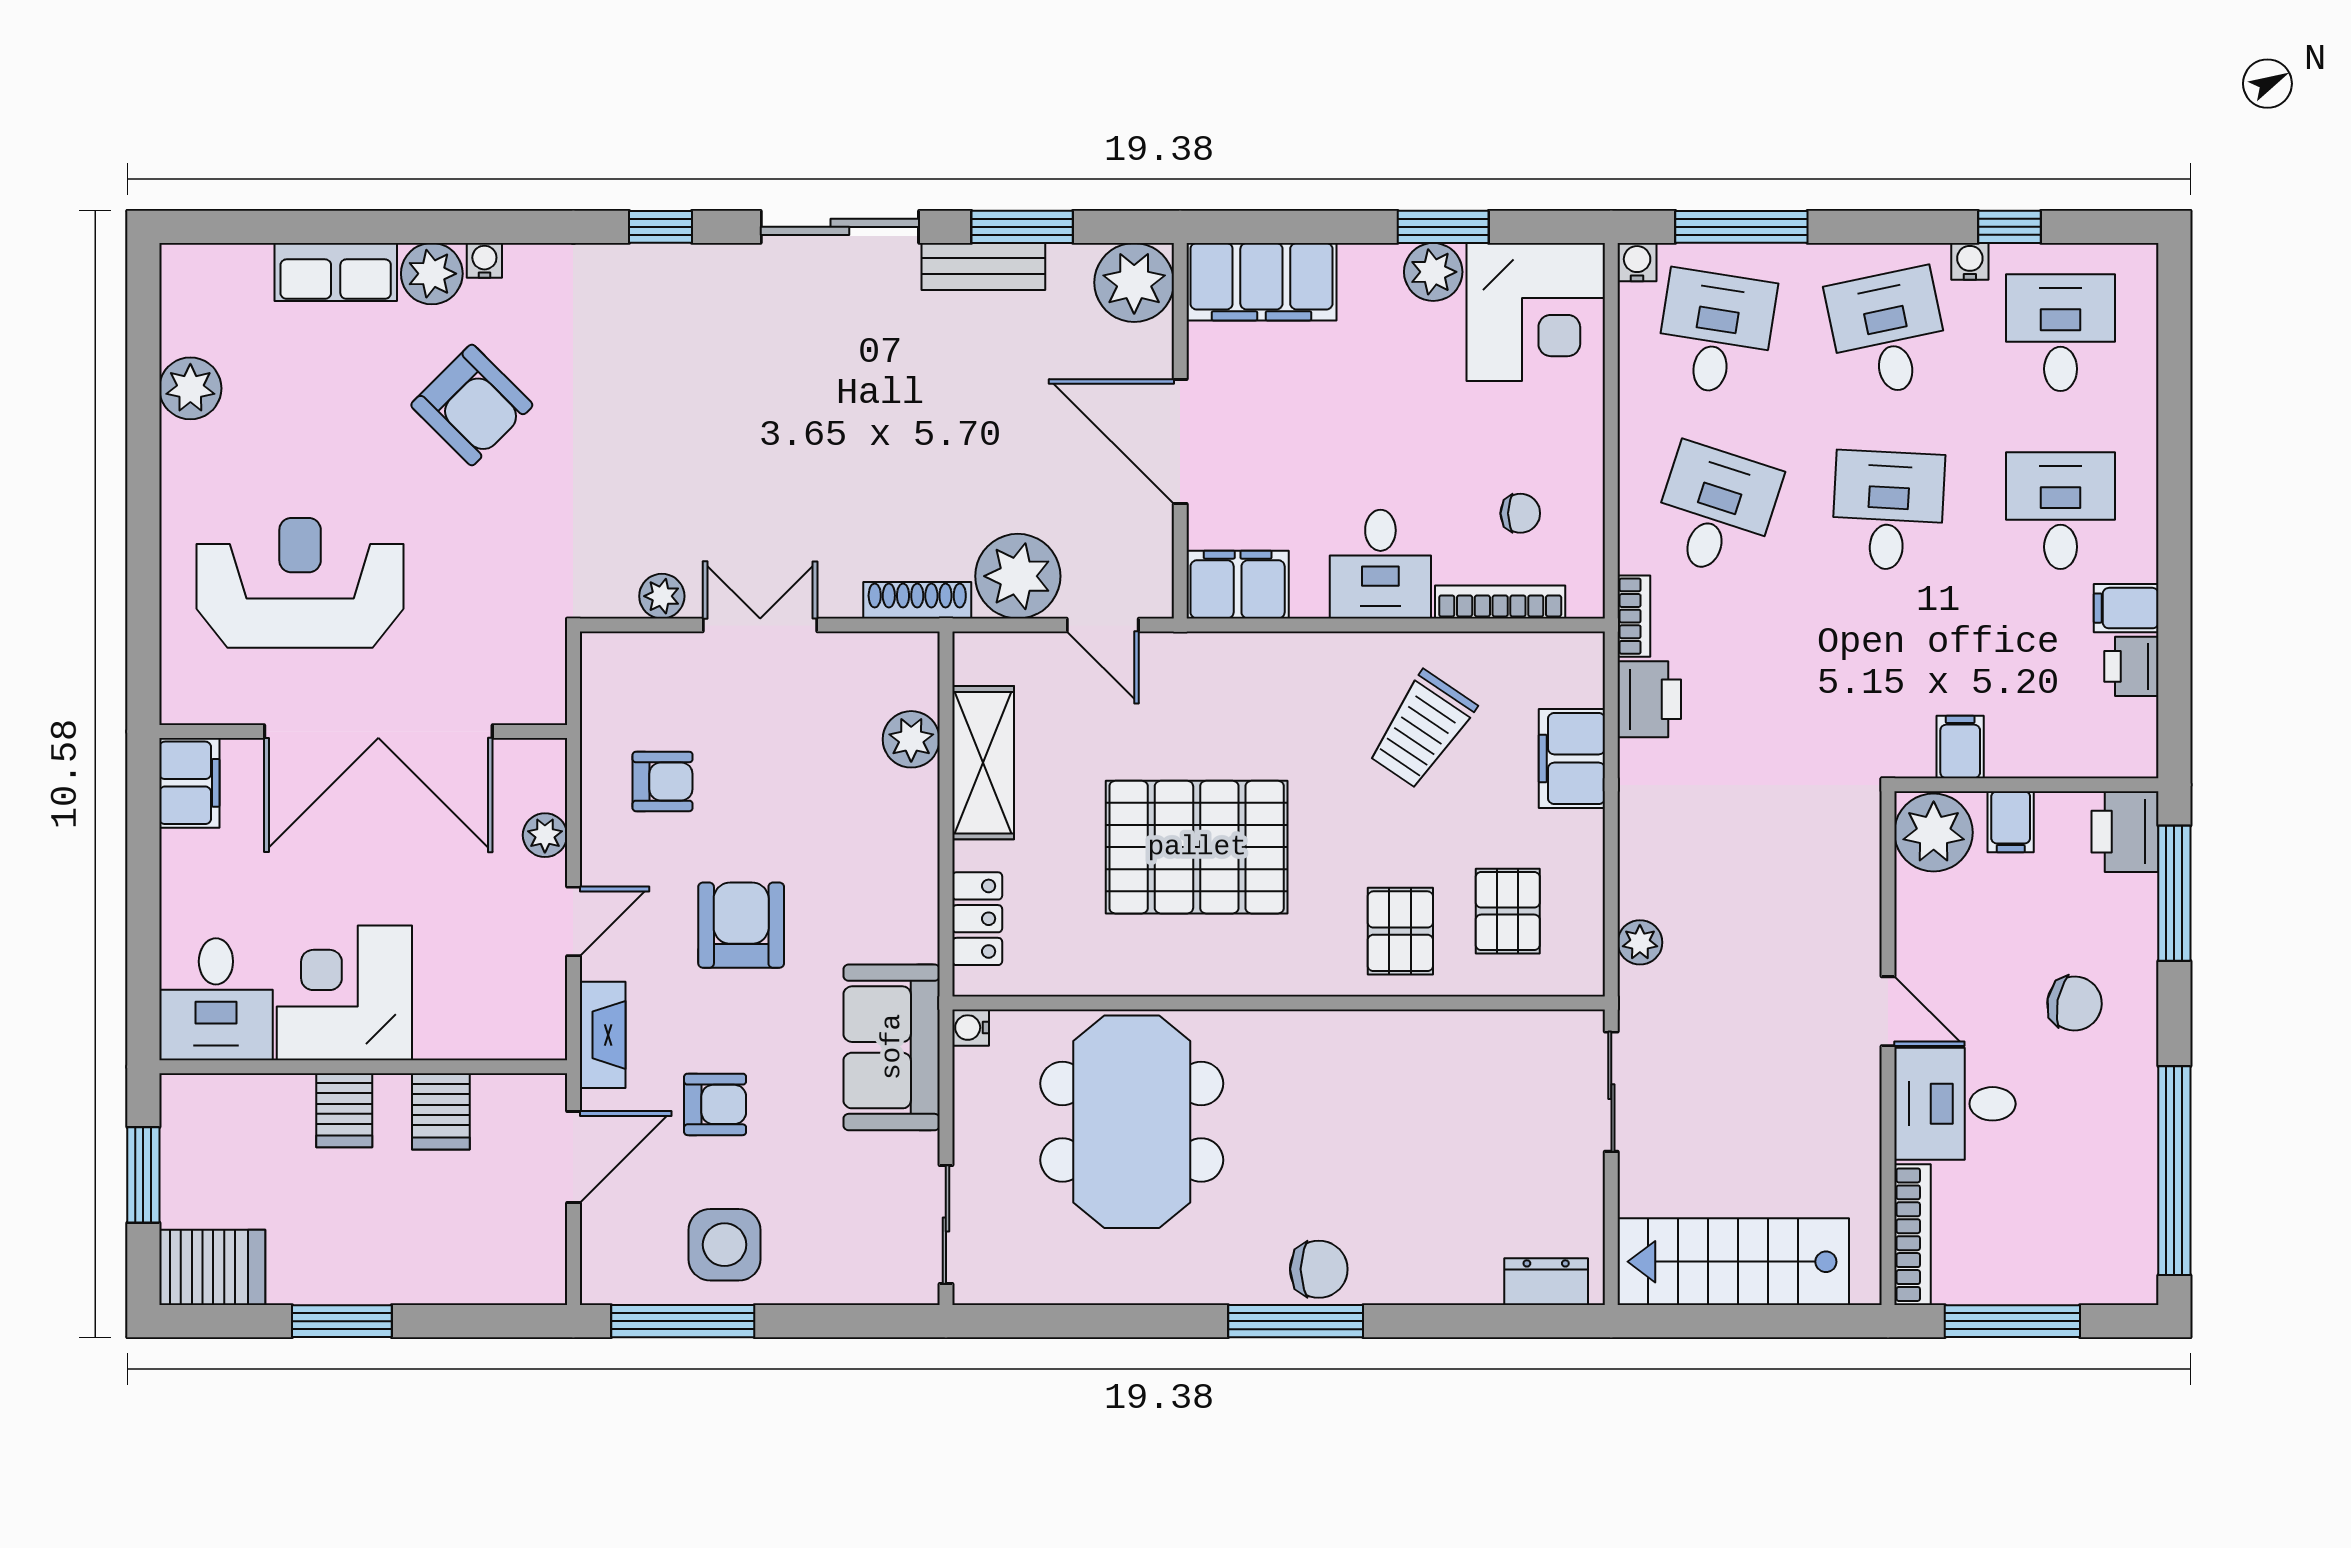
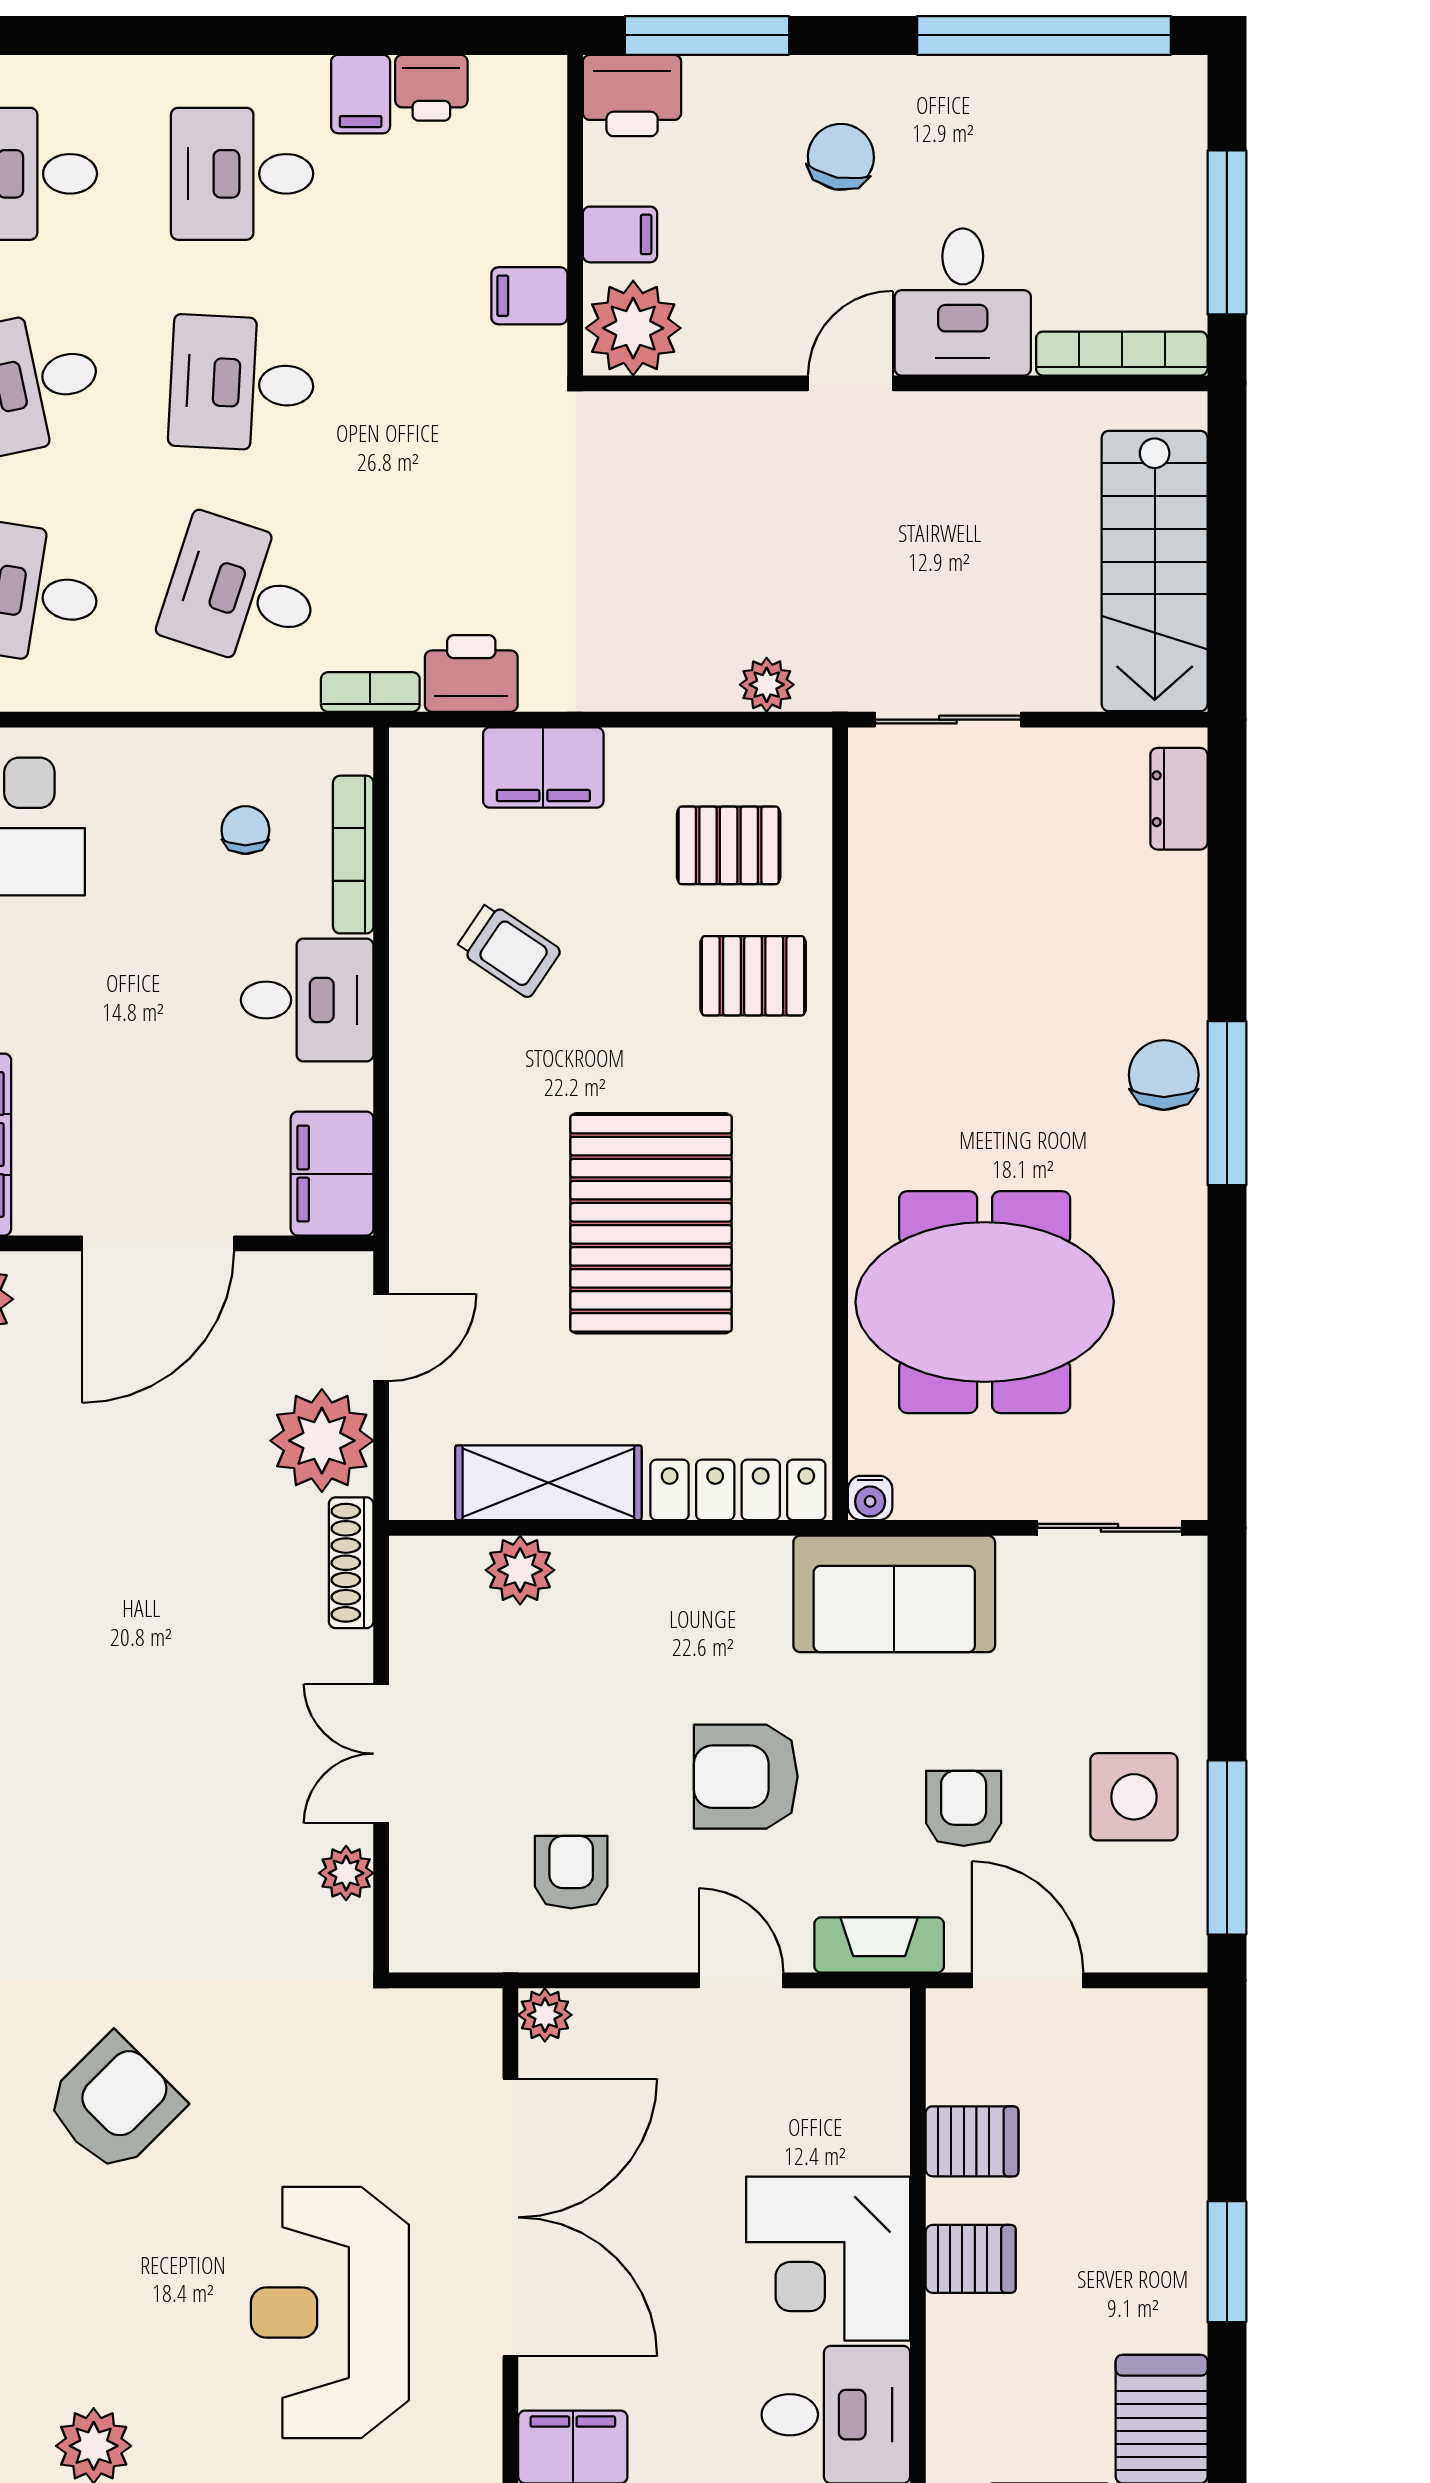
trolley: (1422, 730) -> (508, 950), width x0.73, depth x0.72
plant: (545, 835) -> (545, 2015), moved
locker: (977, 919) -> (738, 1490), width x1.53

